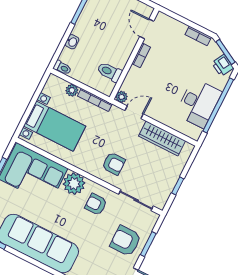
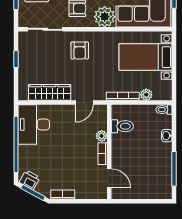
plant: (122, 97) -> (102, 136), moved
desk: (199, 103) -> (34, 125), moved
armchair: (114, 164) -> (80, 50), turned -90

